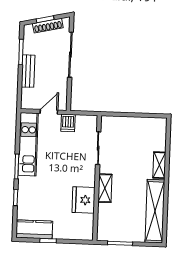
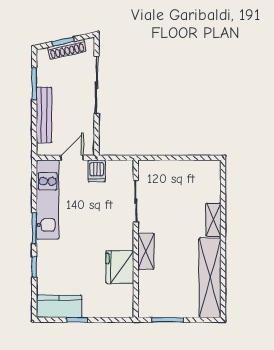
bench: (28, 71) -> (44, 115), width x1.36

